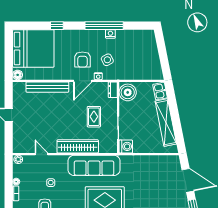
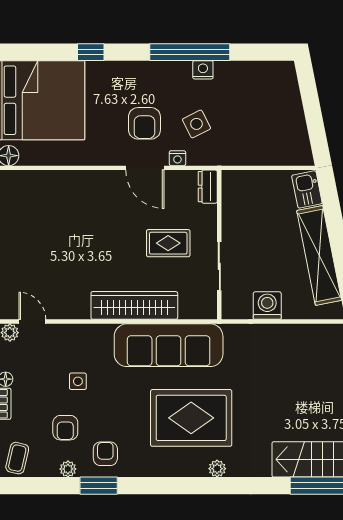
door: (83, 81) -> (145, 168), hinge flipped
bench: (47, 87) -> (71, 181), removed
boiler: (128, 92) -> (239, 192), removed
rug: (94, 117) -> (168, 243), turned 90
washing machine: (126, 146) -> (267, 306), moved, turned -90
door: (41, 154) -> (32, 322), moved

